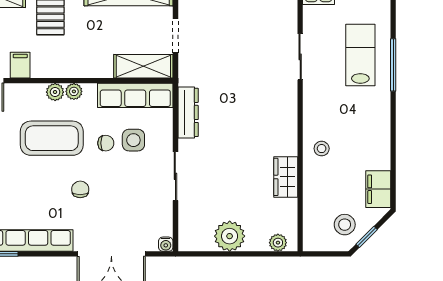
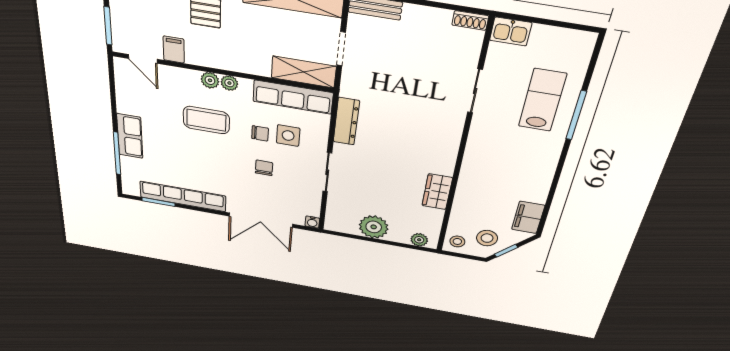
coffee table: (52, 138) -> (206, 120), width x0.73, depth x0.76
stool: (322, 149) -> (457, 241), moved
chair: (80, 189) -> (264, 168), moved

